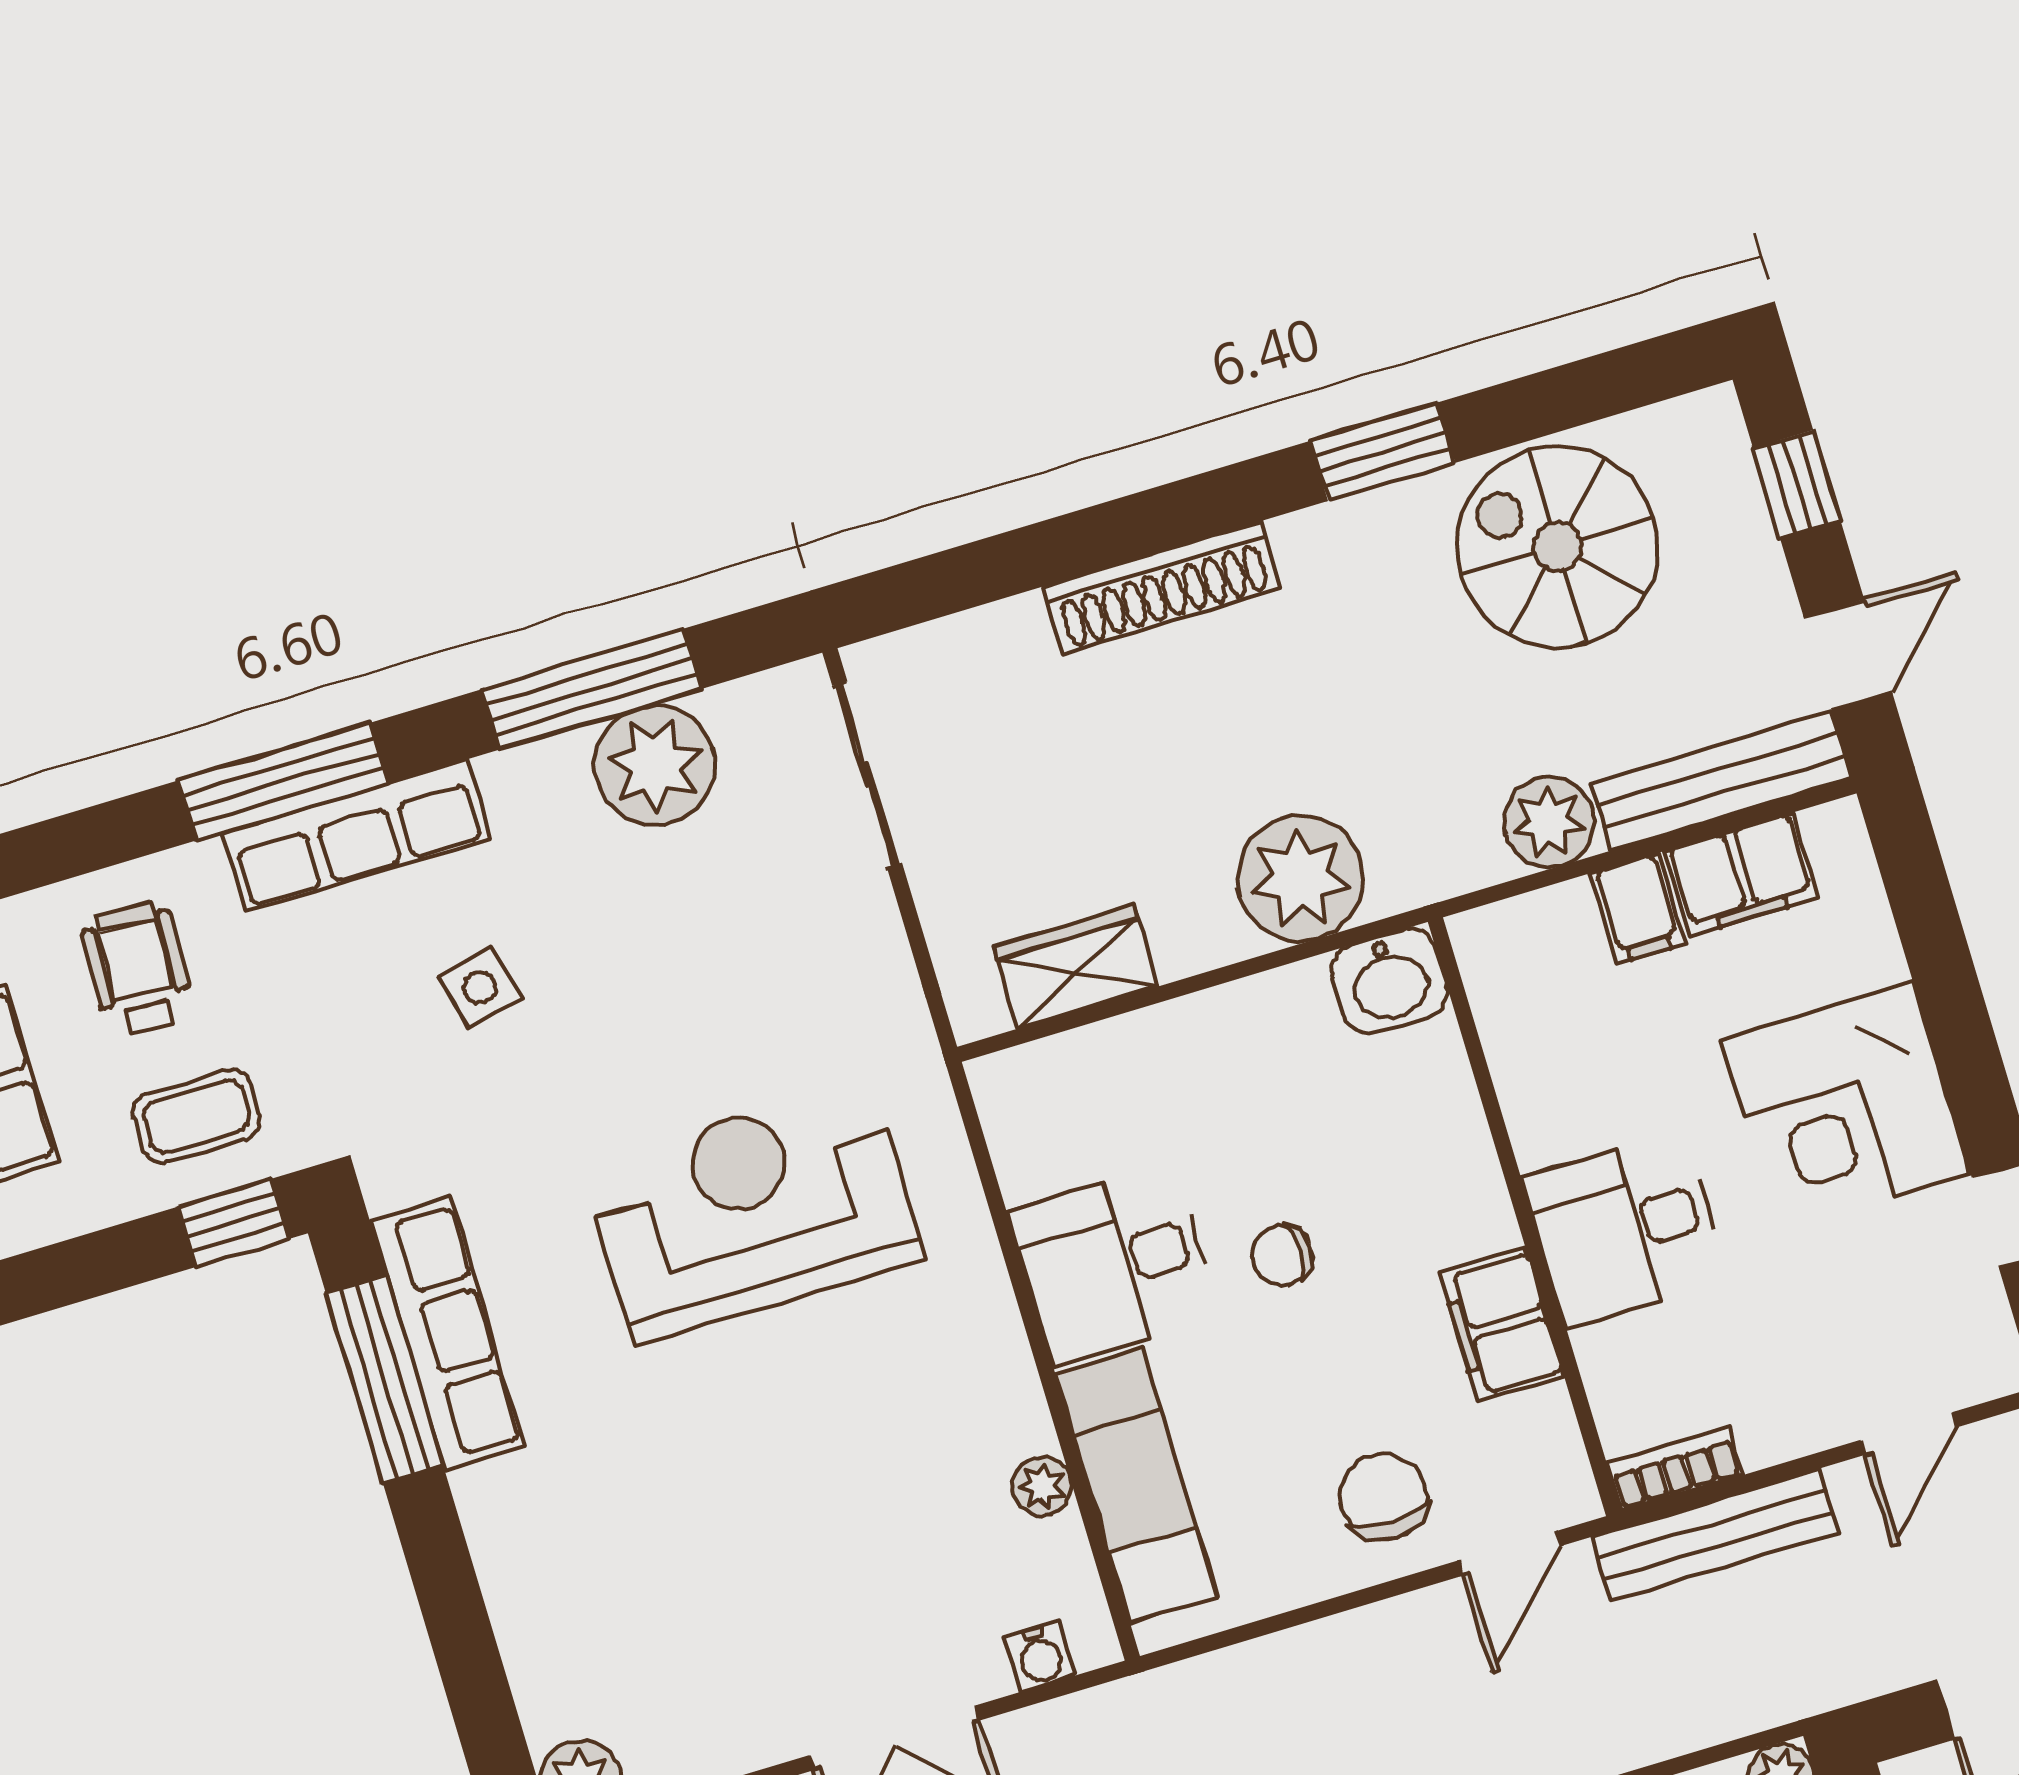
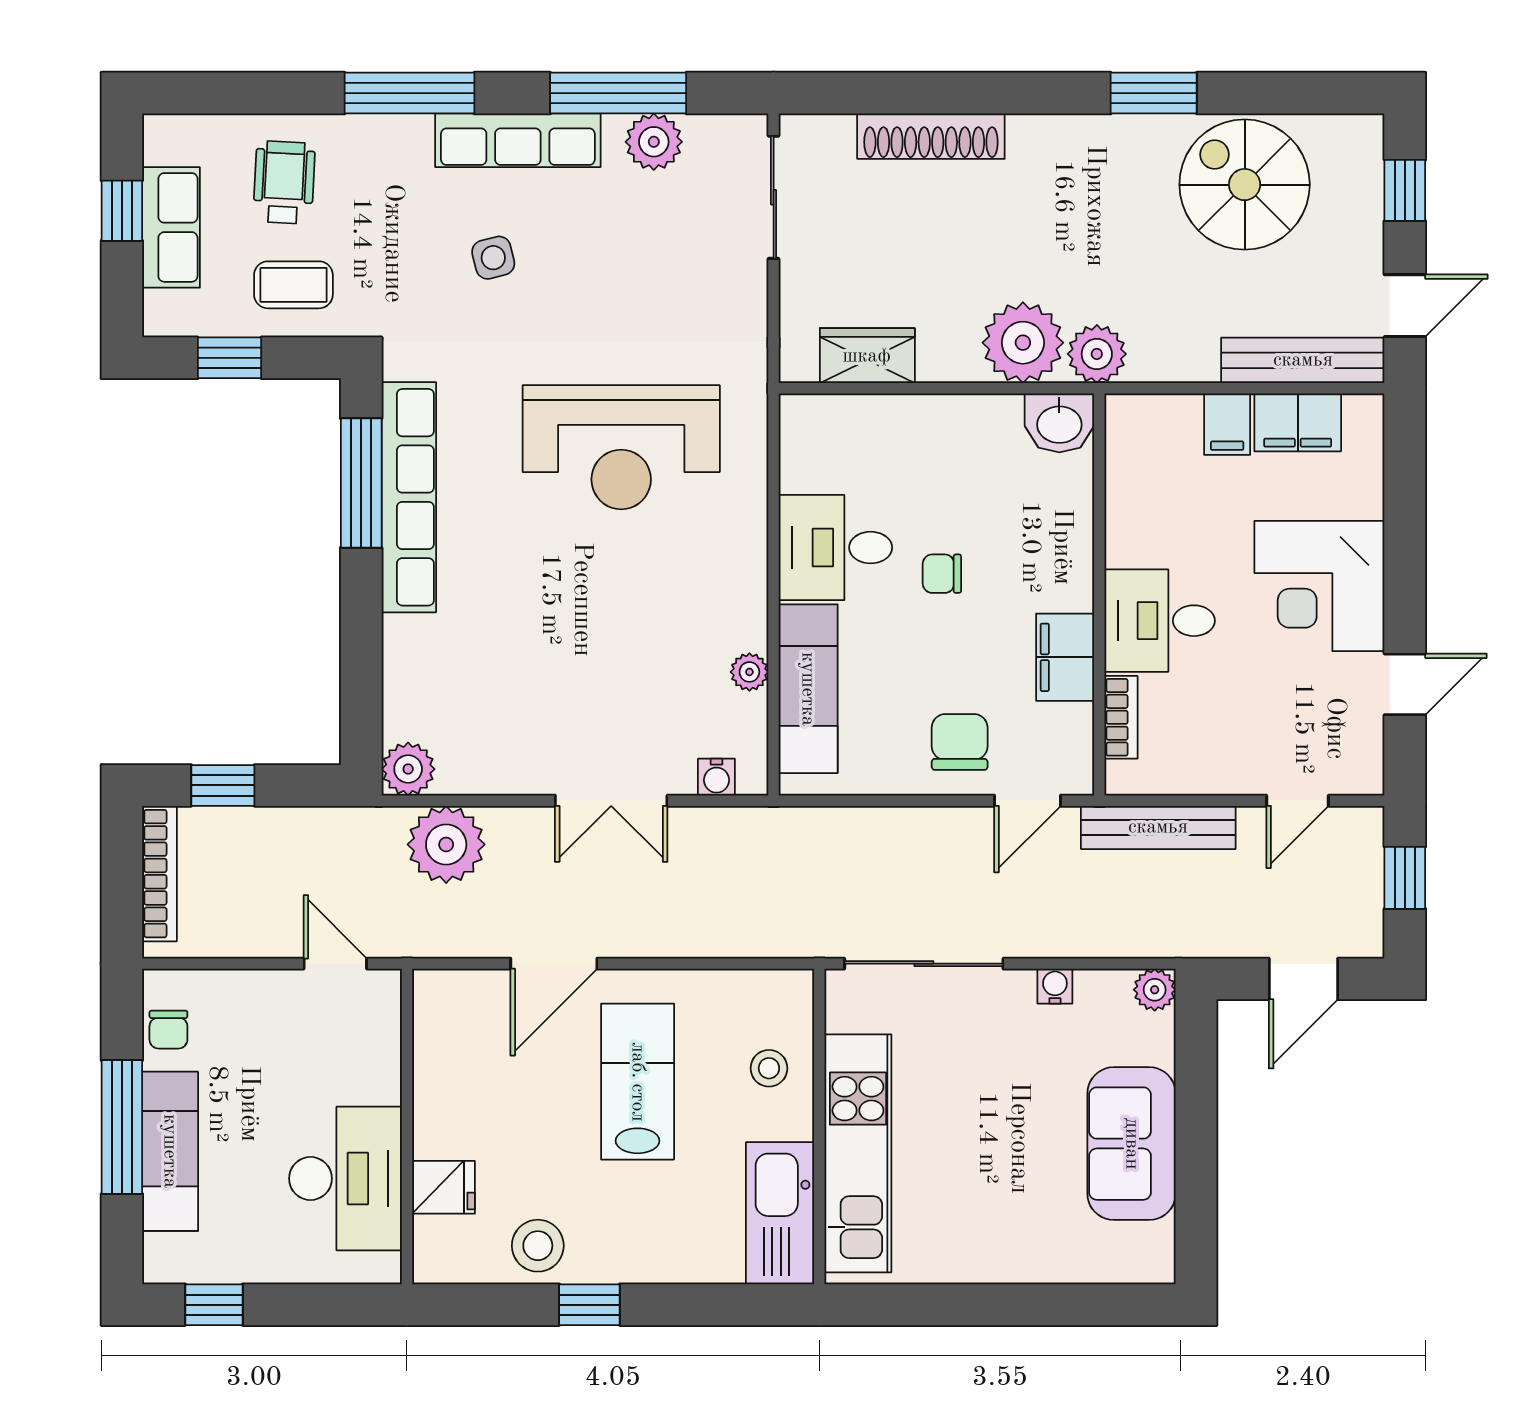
shoe rack: (1162, 588) -> (931, 136), moved
plant: (655, 765) -> (654, 142), width x0.73, depth x0.73
plant: (1549, 822) -> (1097, 354), moved
row of seats: (357, 836) -> (518, 140), moved
reception desk: (753, 1211) -> (621, 447), turned 180
window: (234, 1223) -> (230, 358), moved
row of seats: (448, 1334) -> (409, 497), width x1.36
bookcase: (1675, 1469) -> (1121, 717), moved, turned 90

